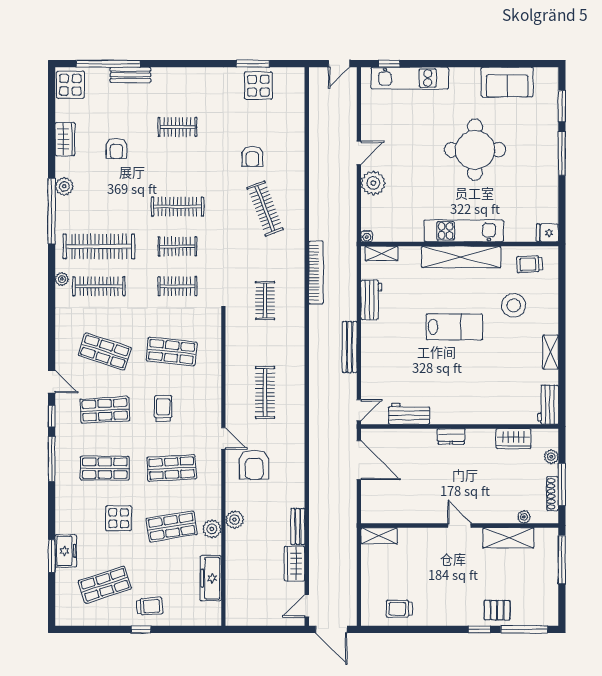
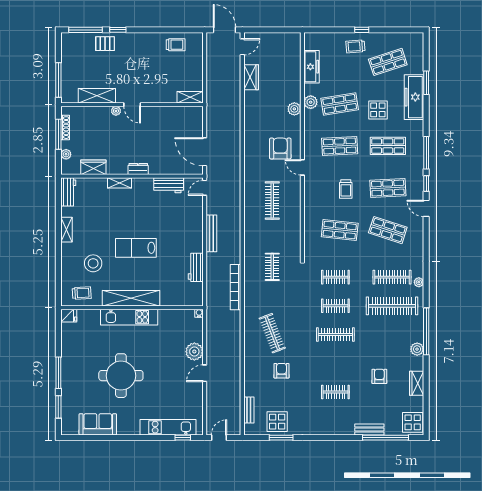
shelving: (381, 253) -> (119, 183), moved
plant: (524, 517) -> (116, 111), moved
bench: (298, 526) -> (249, 410), moved
freezer: (66, 551) -> (414, 97), width x1.91, depth x1.26

